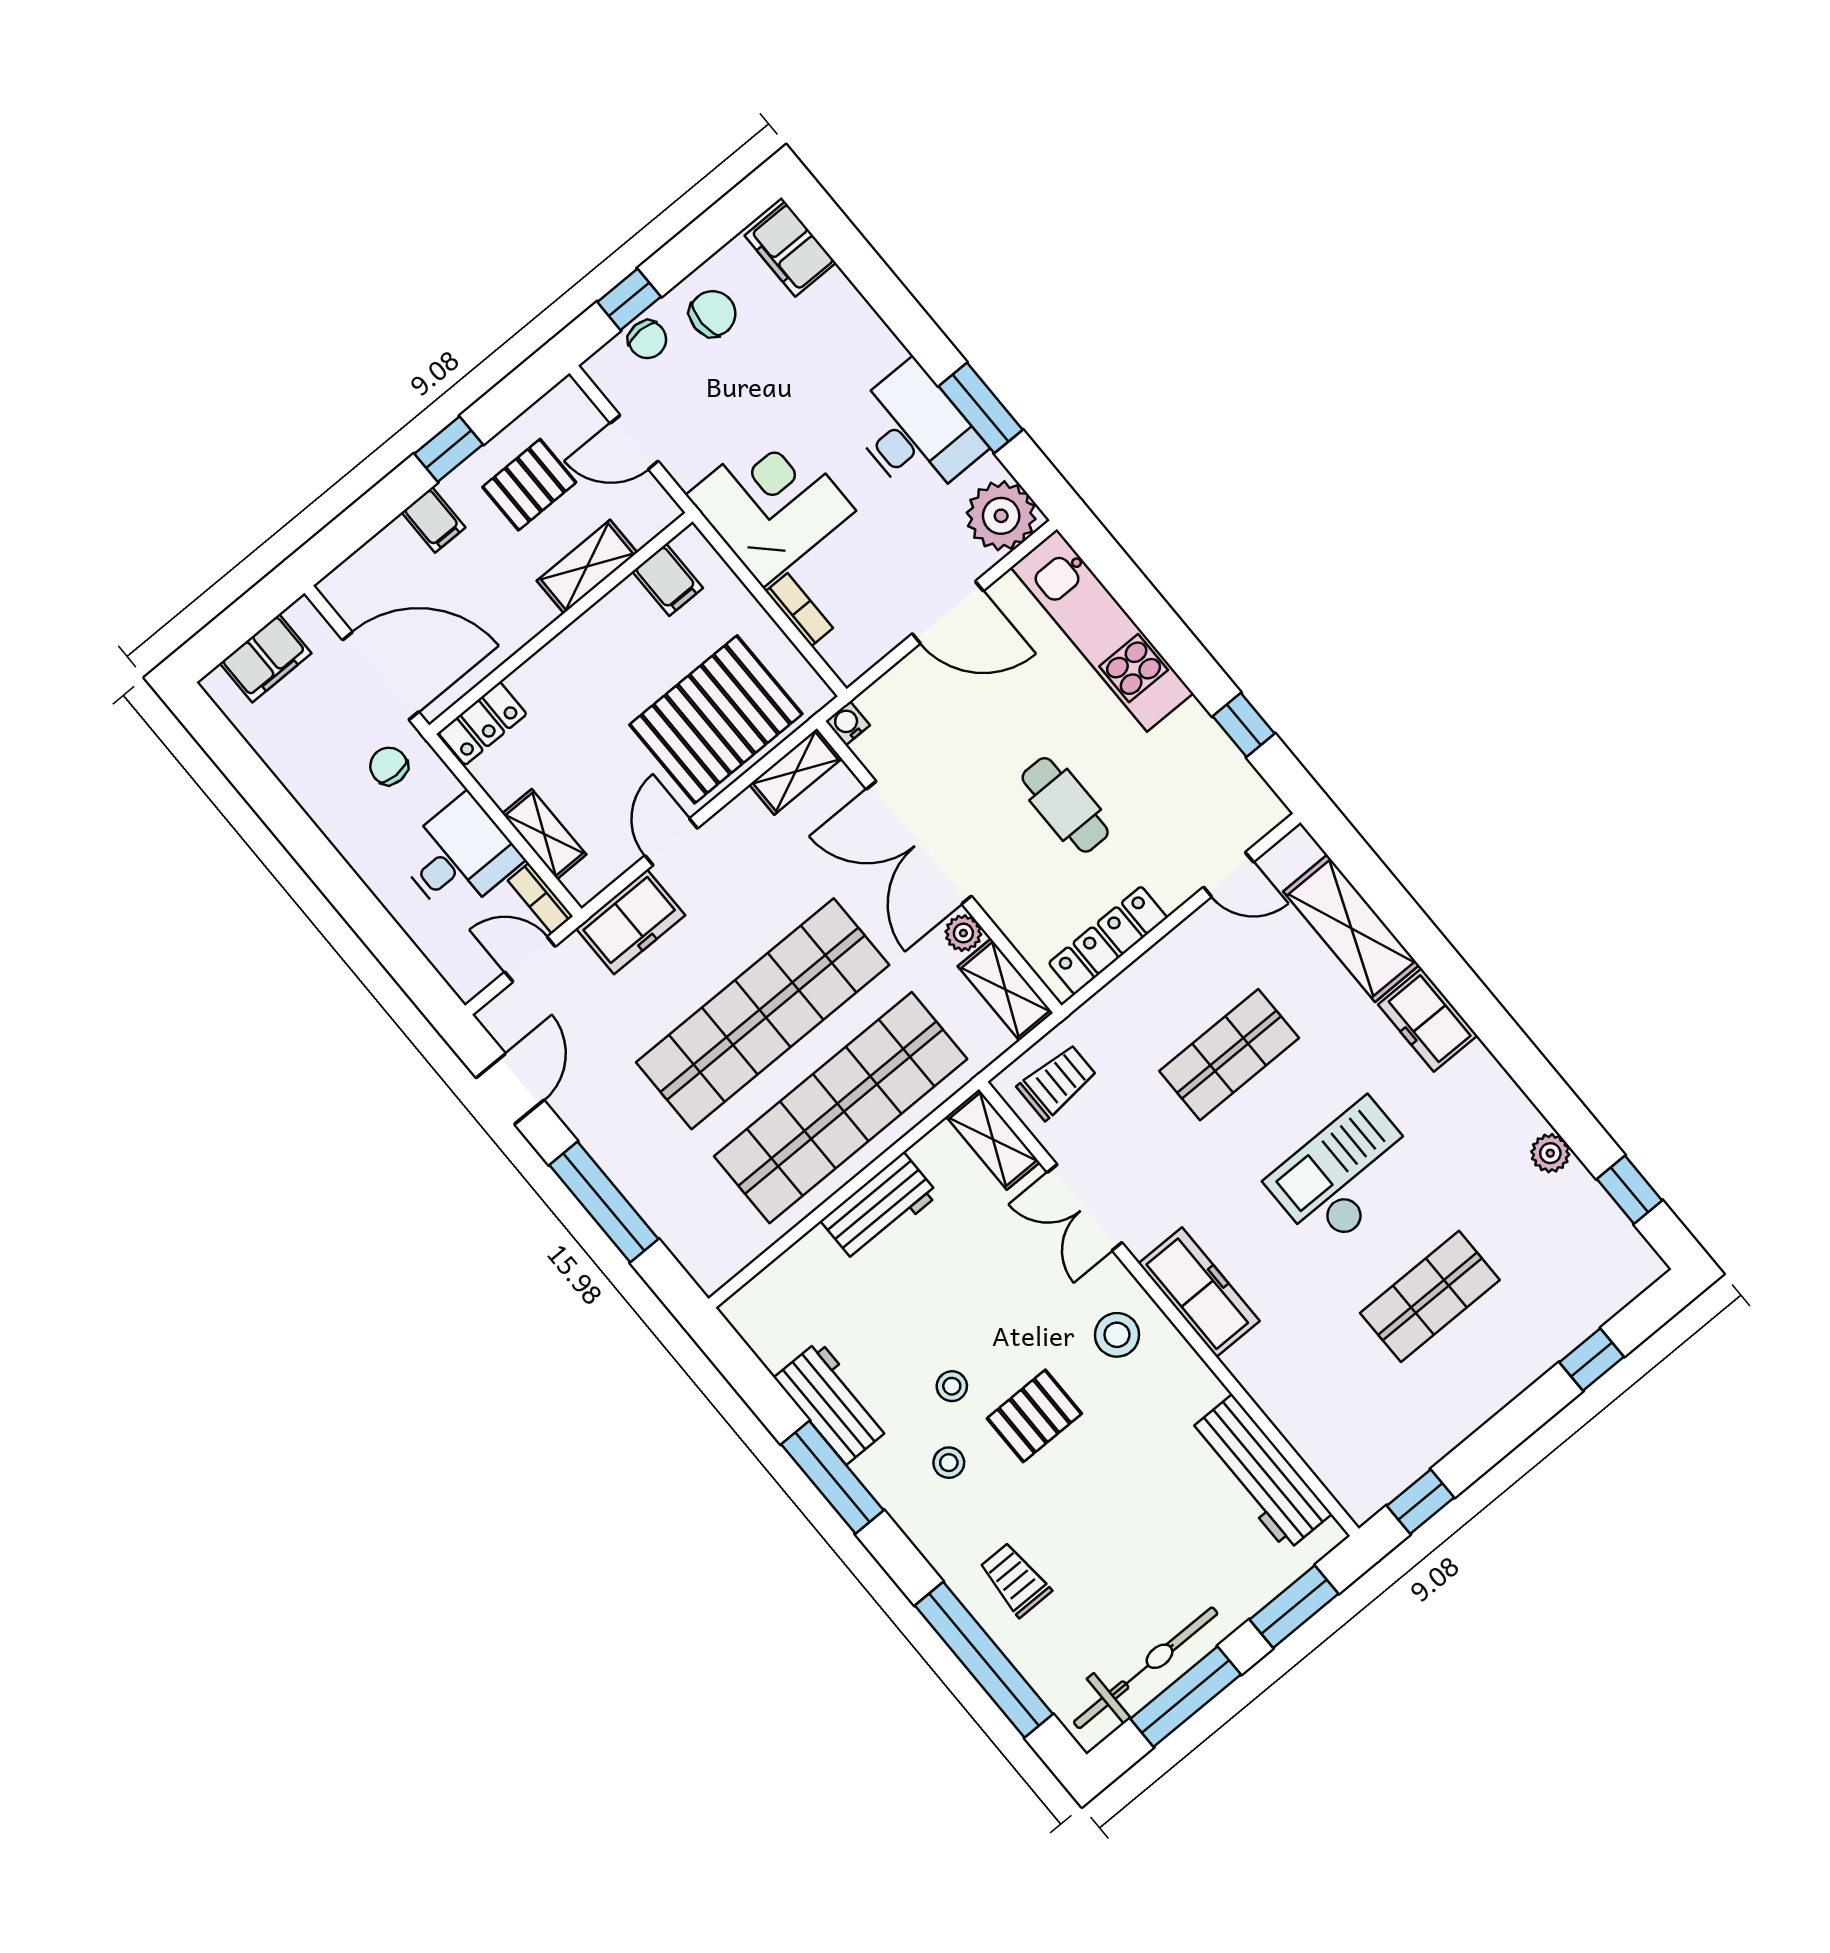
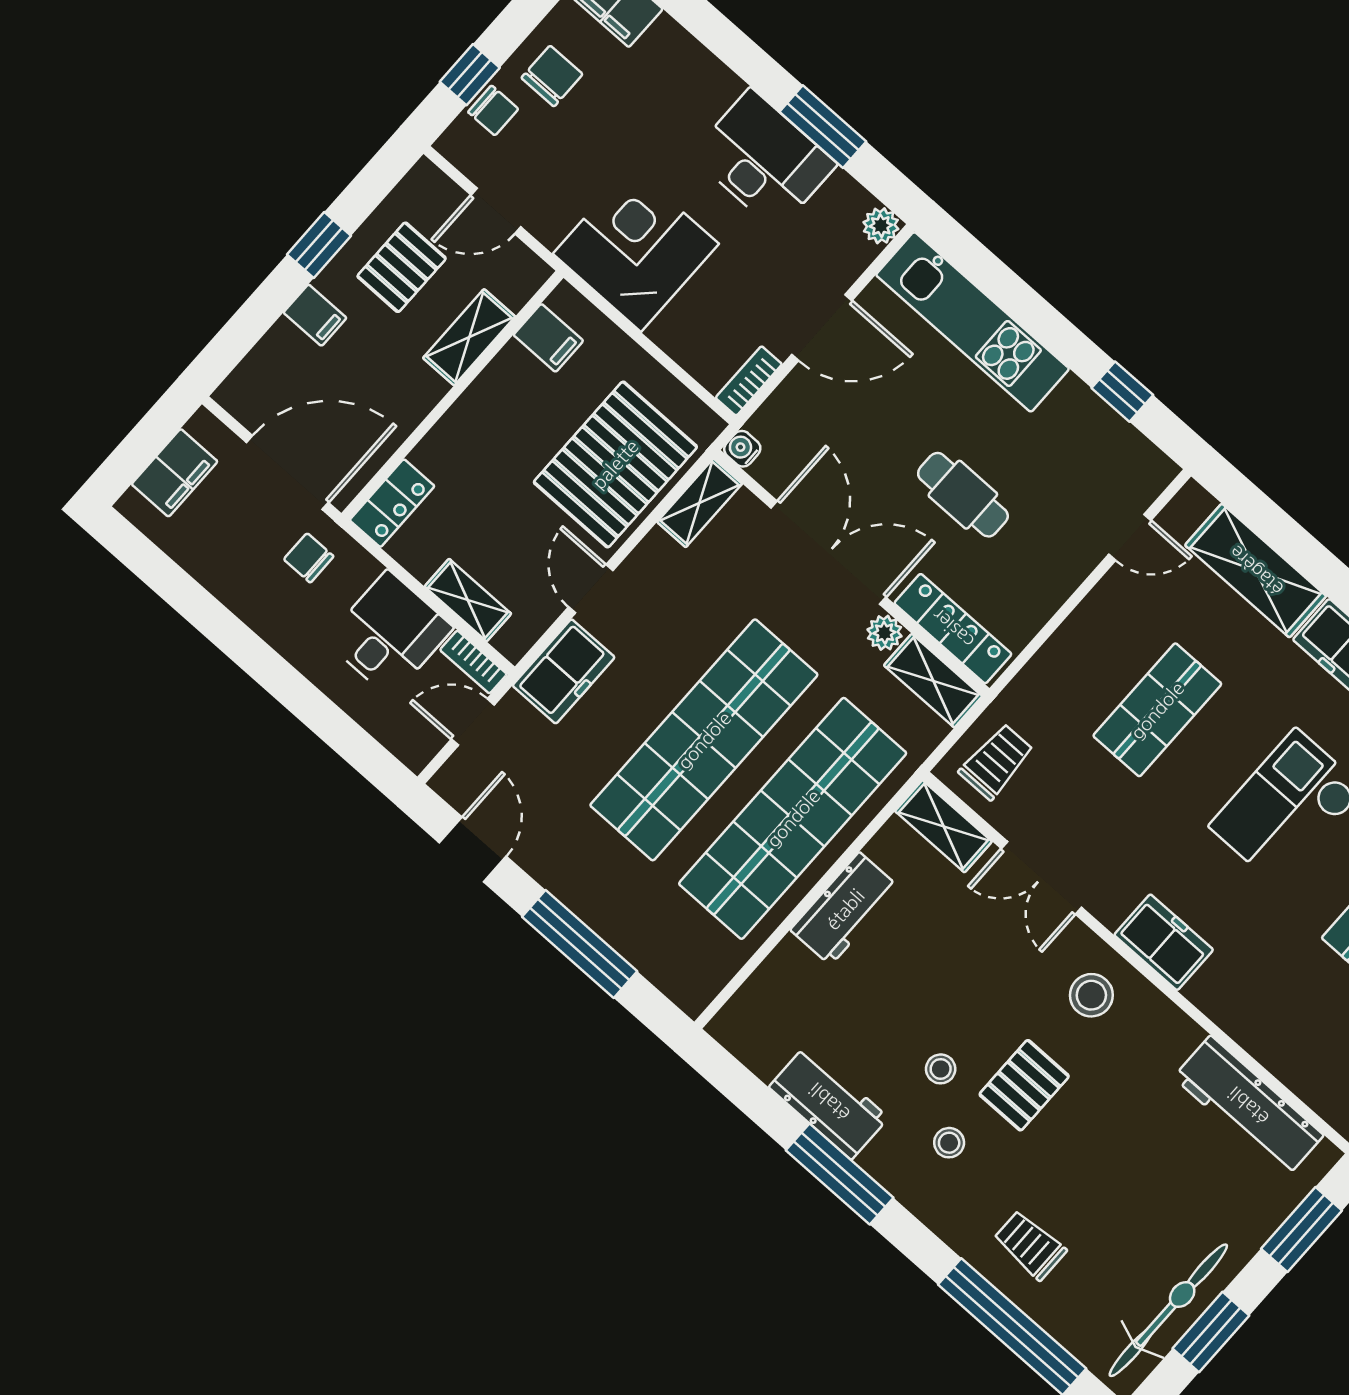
plant: (1001, 516) -> (881, 226), width x0.53, depth x0.53
bookcase: (799, 610) -> (749, 381), moved, turned -90
double door: (919, 843) -> (828, 553), swing flipped
locker: (1108, 940) -> (953, 629), moved, turned 90
freezer: (1199, 1292) -> (1164, 942), width x0.71
window: (1186, 1697) -> (1211, 1332), width x0.69

